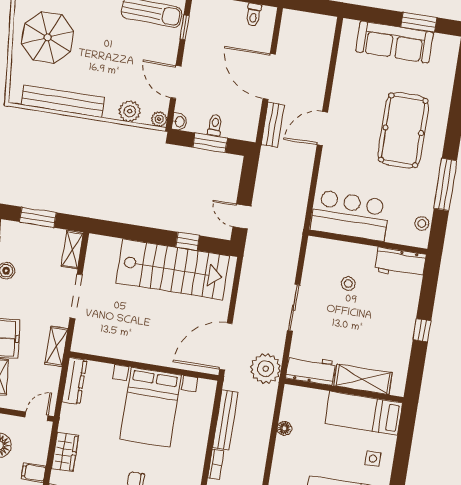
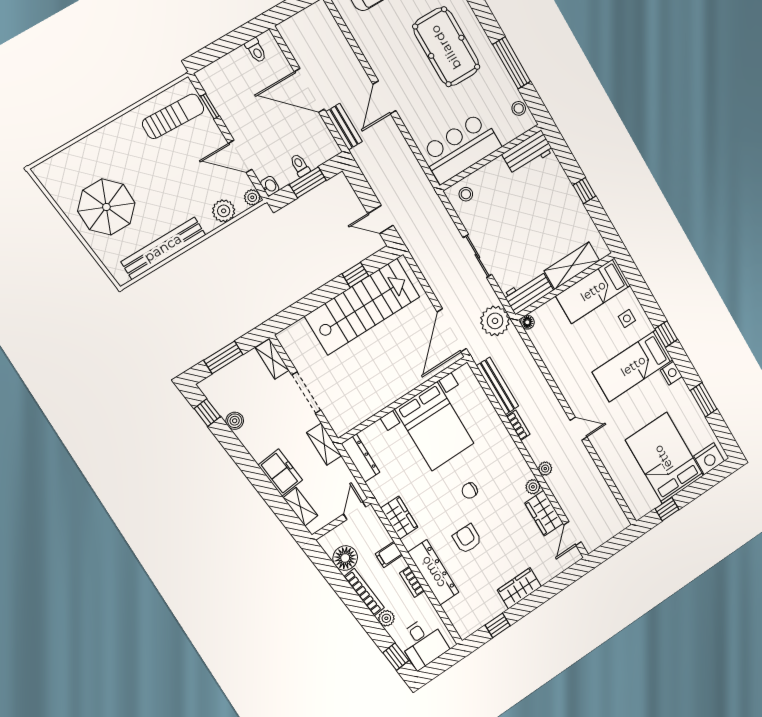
stool: (348, 284) -> (466, 194), moved
floor lamp: (284, 428) -> (527, 322), moved

